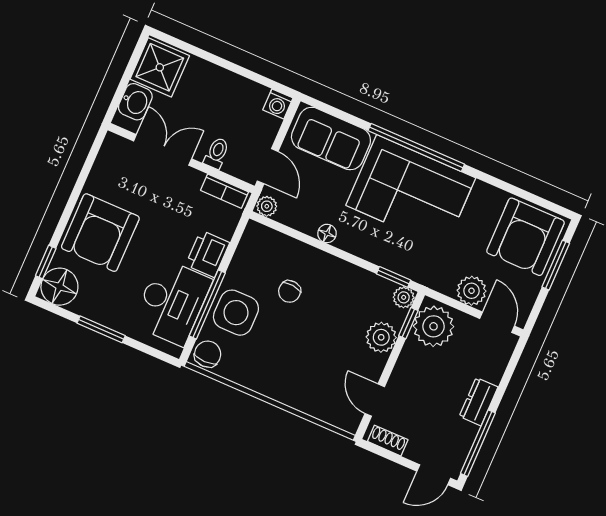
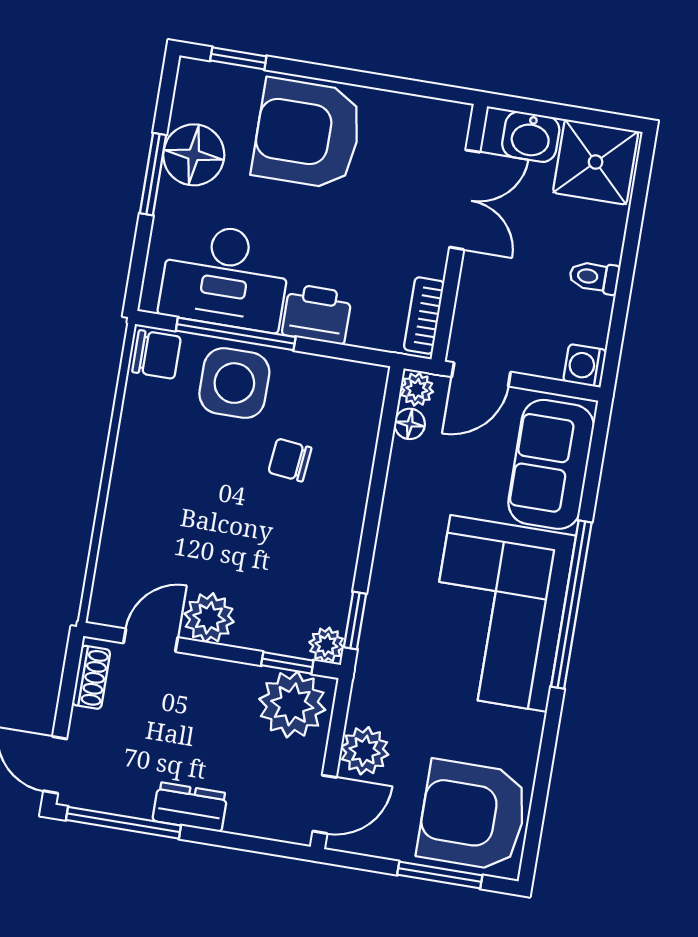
toilet: (217, 153) -> (594, 277), moved, turned 180
floor lamp: (327, 233) -> (410, 424), moved
floor lamp: (59, 287) -> (194, 155), moved
plant: (381, 337) -> (209, 618), moved

